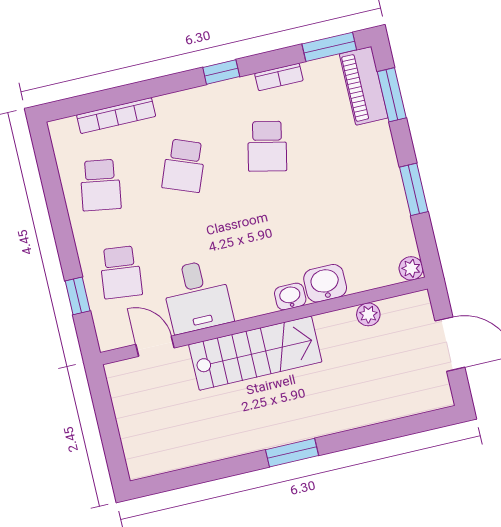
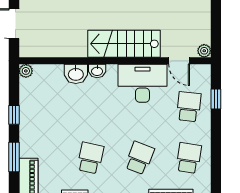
window: (392, 95) -> (14, 157), moved
window: (414, 189) -> (14, 115), width x0.67
desk: (197, 296) -> (142, 83), width x1.37
plant: (368, 314) -> (204, 51), moved

